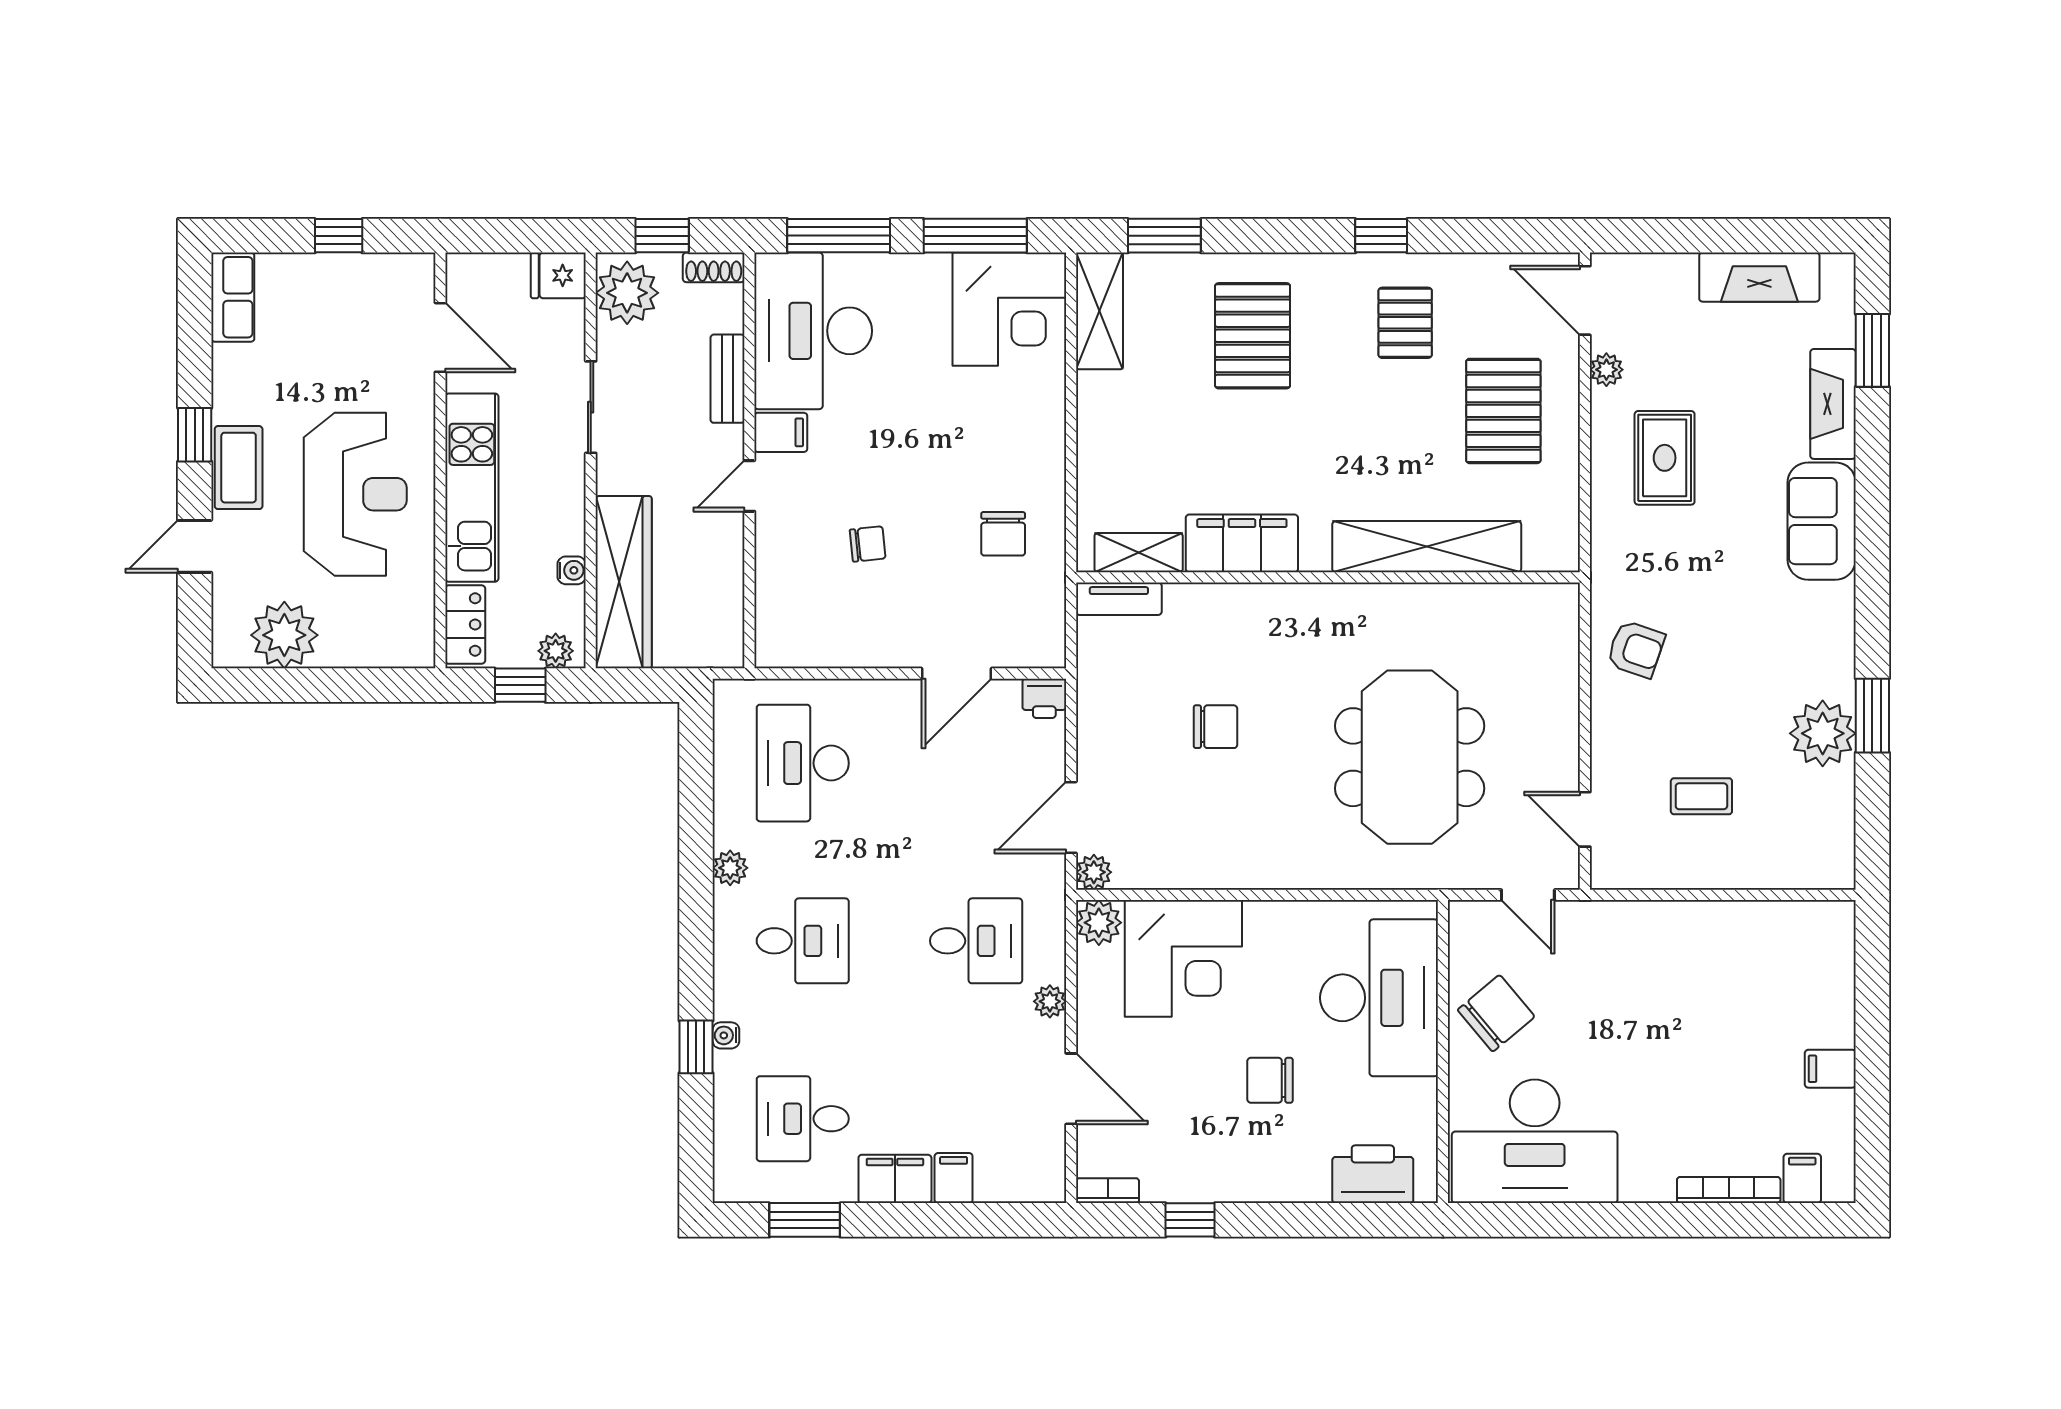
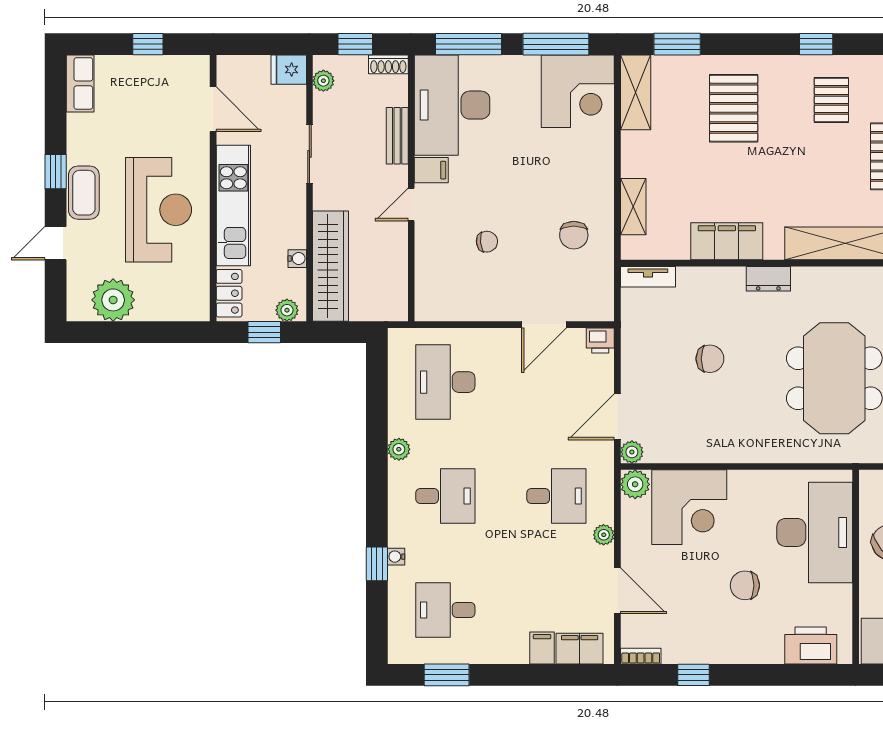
plant: (627, 293) -> (323, 81), width x0.53, depth x0.53
shelving: (1139, 553) -> (633, 207), moved, turned 90
dresser: (1307, 602) -> (768, 279), added
filing cabinet: (895, 1179) -> (580, 649), moved

